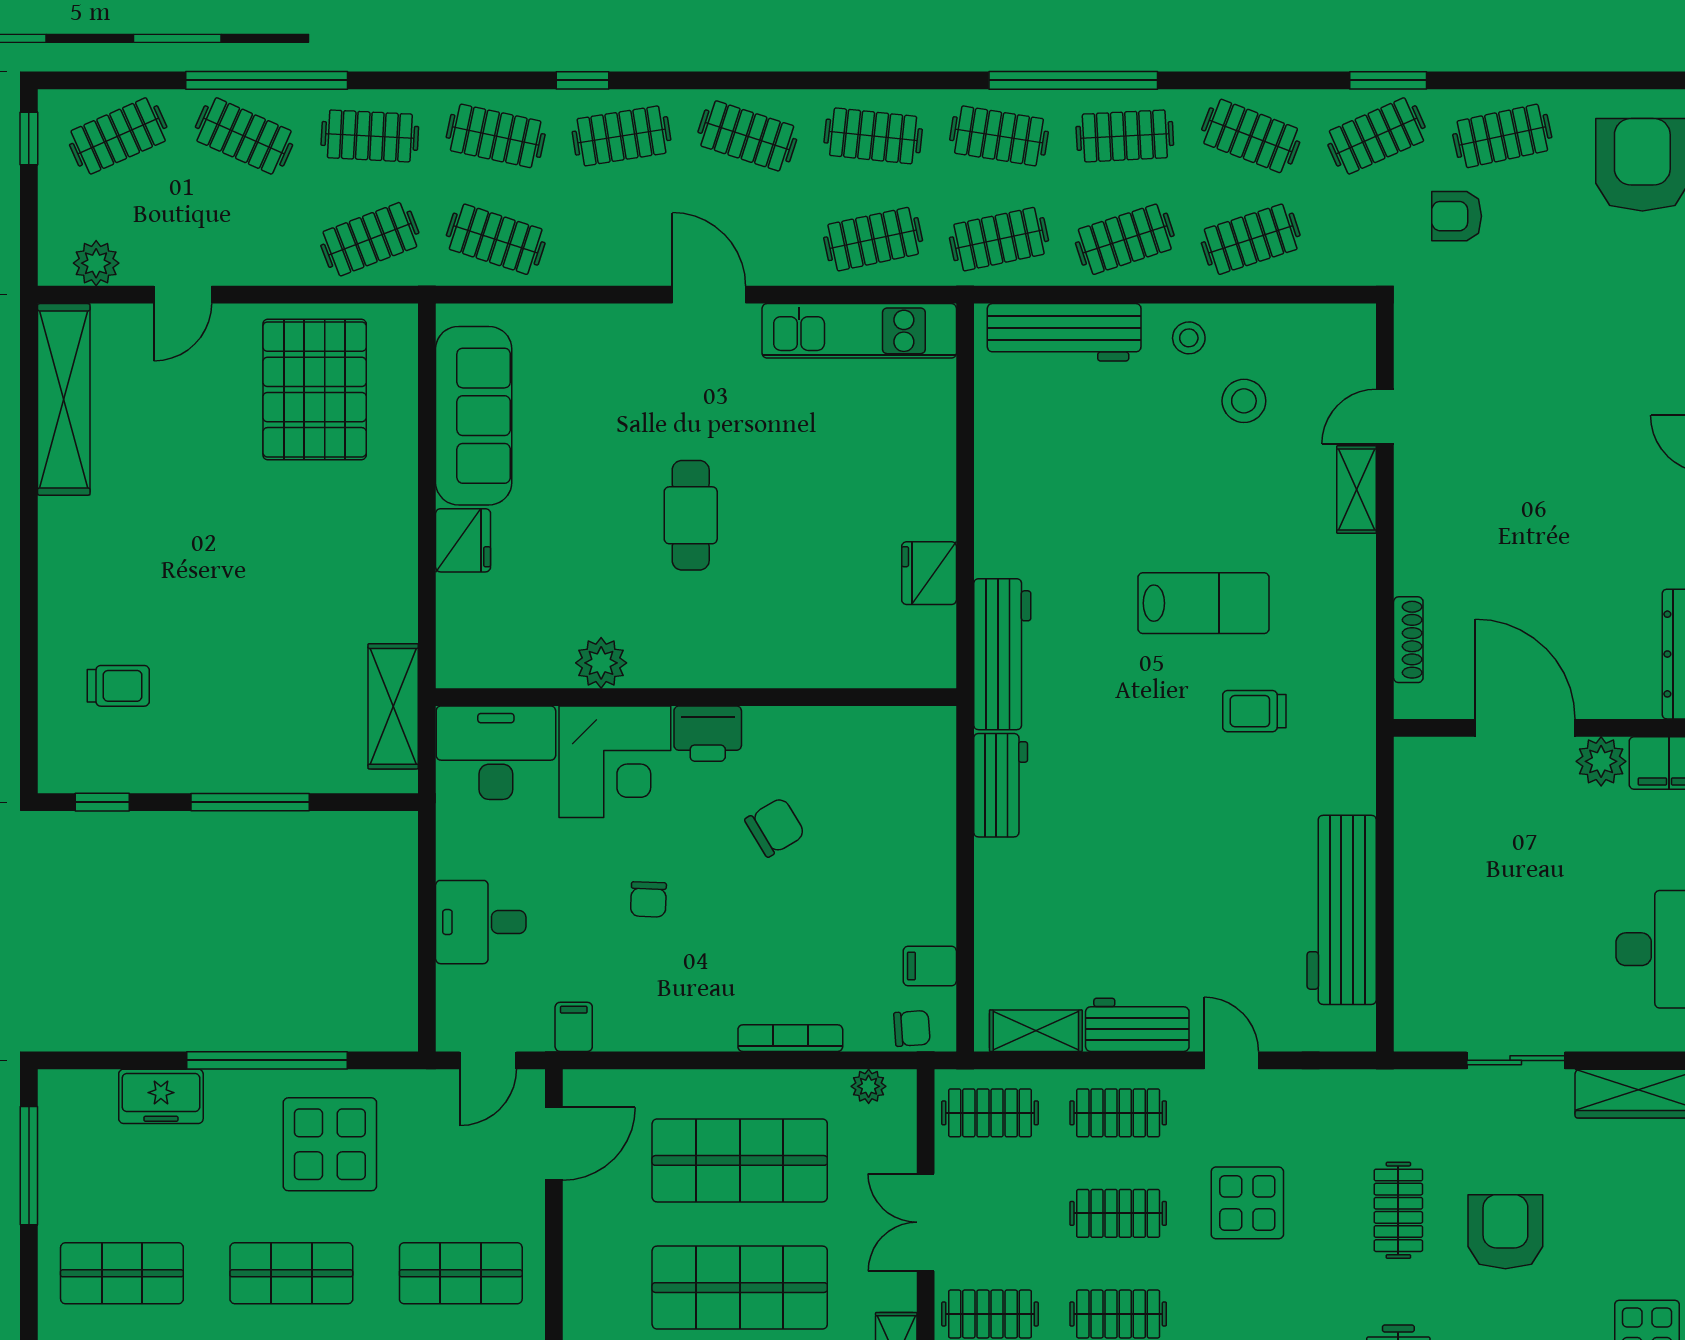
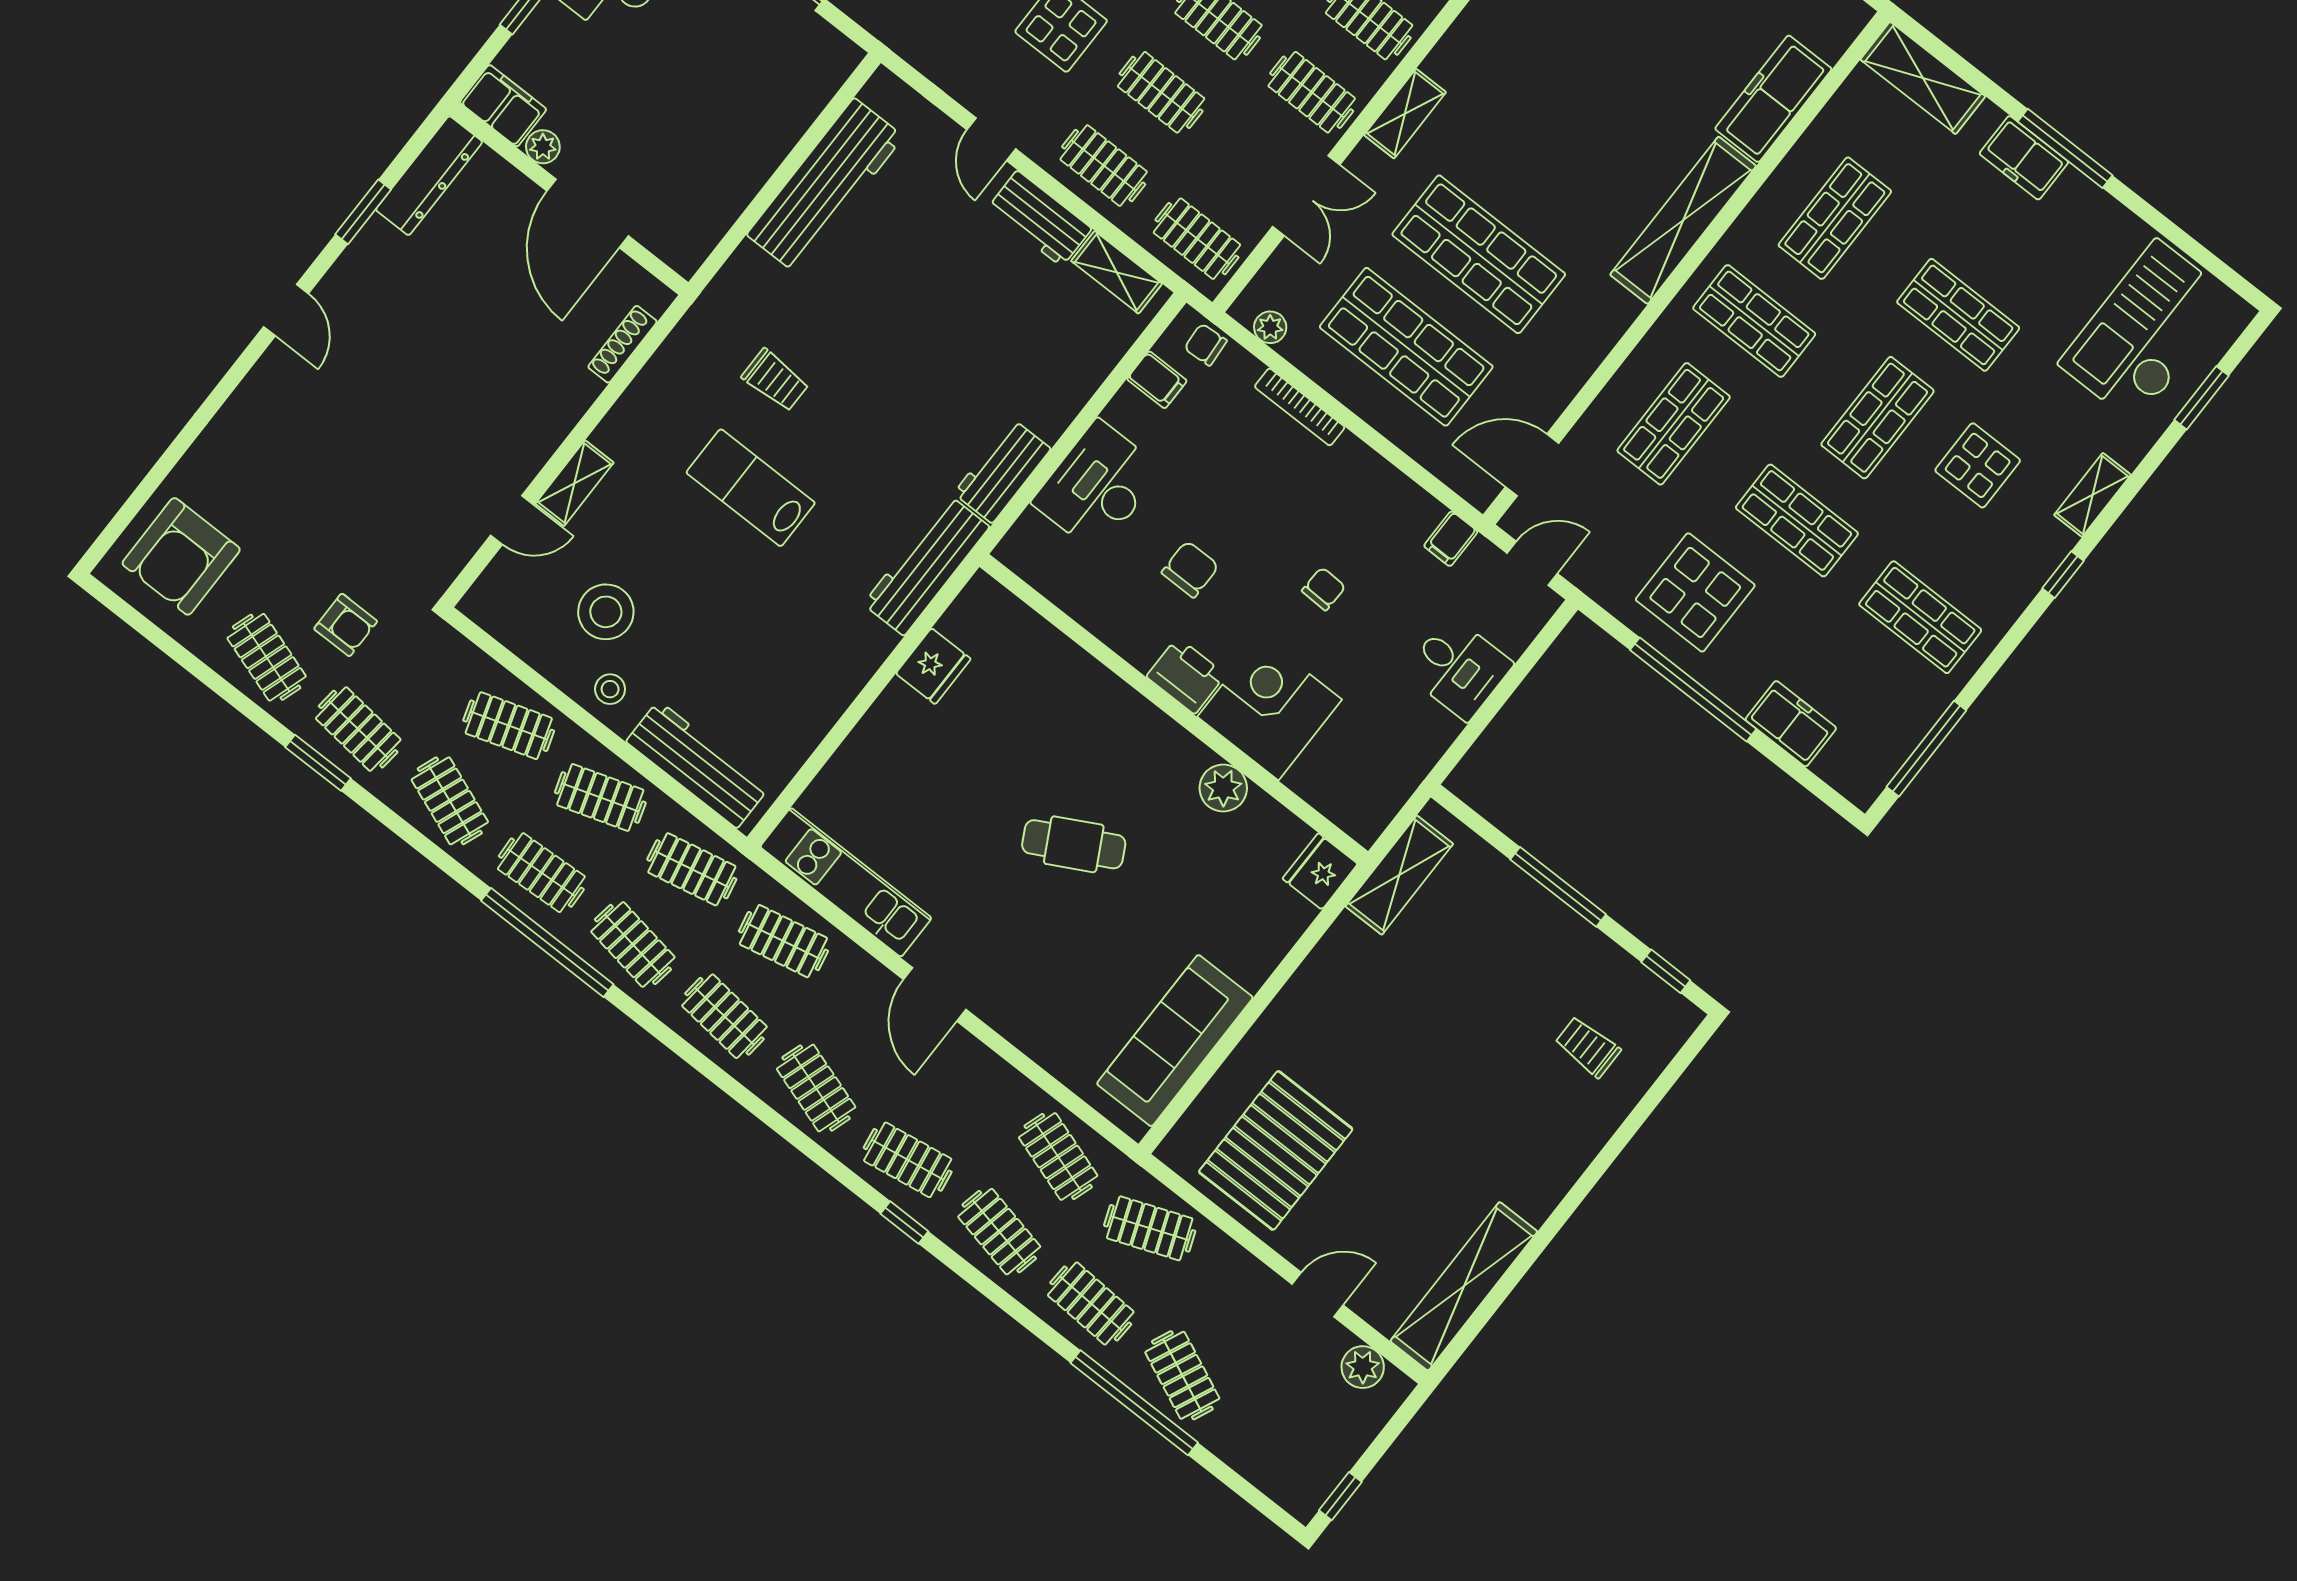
clothes rail: (118, 136) -> (1274, 1447), removed
clothes rail: (1376, 136) -> (358, 729), turned 30
clothes rail: (1502, 136) -> (267, 657), turned 30
stool: (1244, 401) -> (606, 612), width x1.38, depth x1.38
cafe table: (691, 515) -> (1074, 844), turned 62
fridge: (463, 540) -> (1320, 871), moved
desk: (496, 753) -> (1097, 486), moved, turned 90
plant: (1601, 761) -> (543, 147), width x0.73, depth x0.73
chair: (775, 827) -> (1190, 569), turned 121
shop shelf: (461, 1273) -> (1674, 424), turned 90

